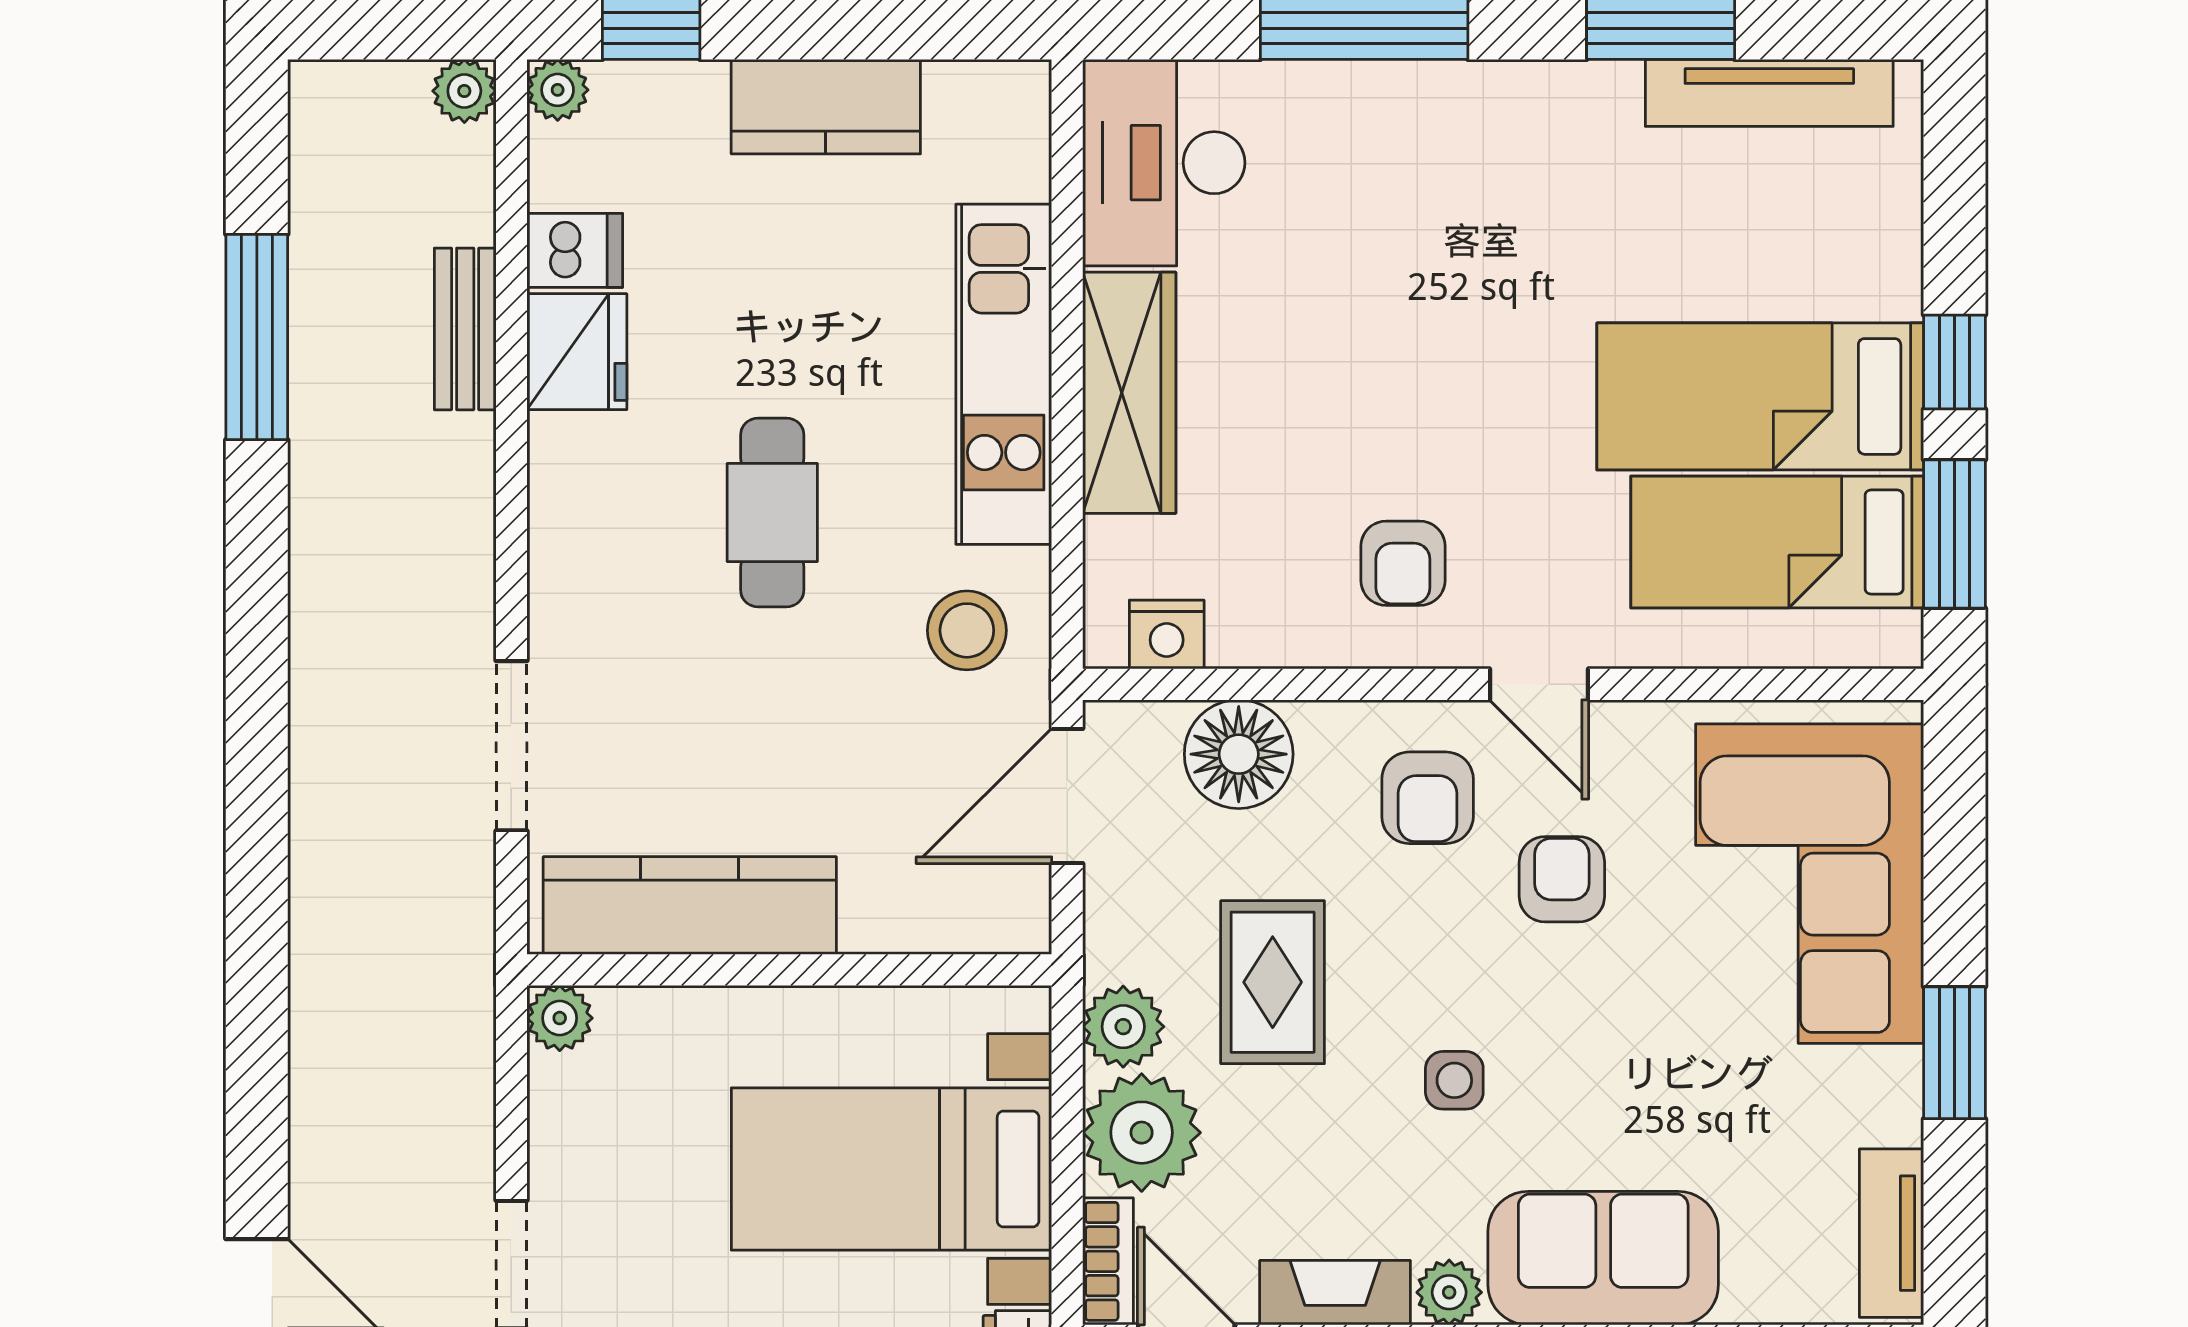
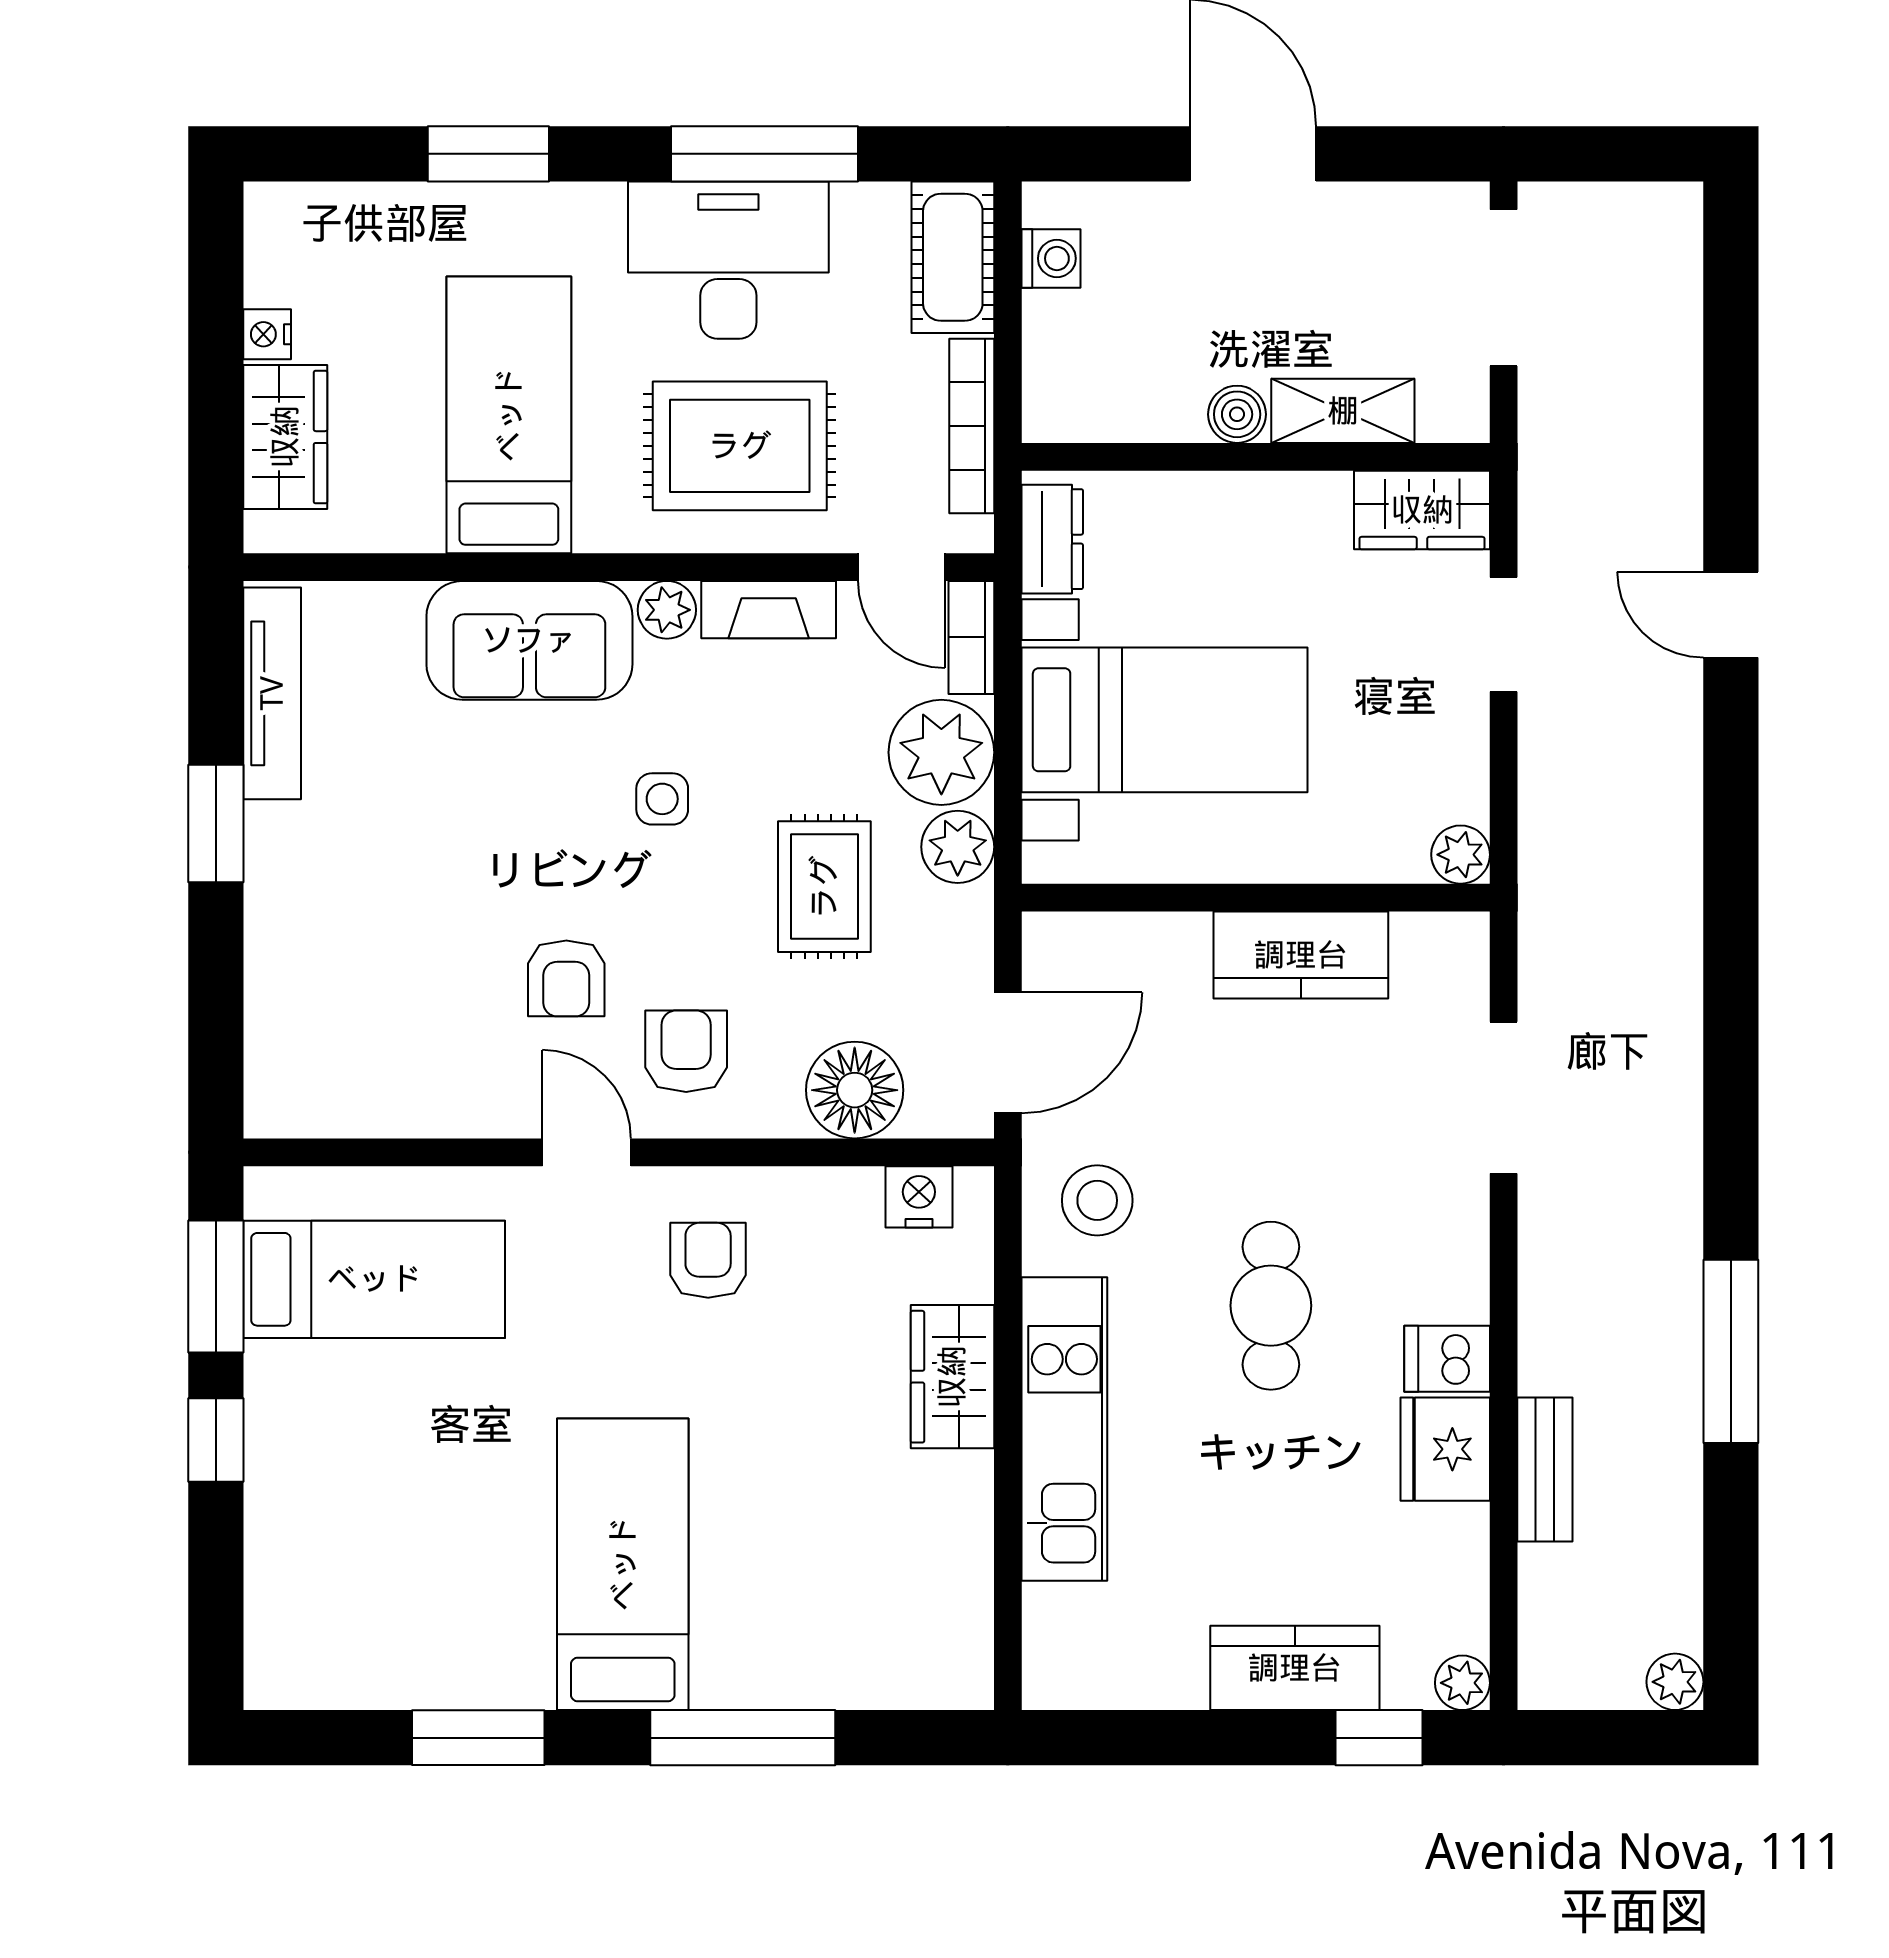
plant: (464, 91) -> (1675, 1682), moved
tv unit: (1769, 93) -> (381, 1680), removed
kitchen counter: (826, 107) -> (1295, 1668), moved
desk: (1164, 163) -> (922, 1618), removed
dishwasher: (575, 250) -> (1447, 1359), moved
window: (257, 337) -> (1731, 1351), moved
wardrobe: (1129, 393) -> (952, 1377), width x0.67
bed: (1760, 396) -> (623, 1564), moved, turned -90
corner sofa: (1810, 884) -> (345, 974), removed
kitchen counter: (690, 906) -> (1301, 955), width x0.67
tv unit: (1891, 1233) -> (272, 693), width x1.41

